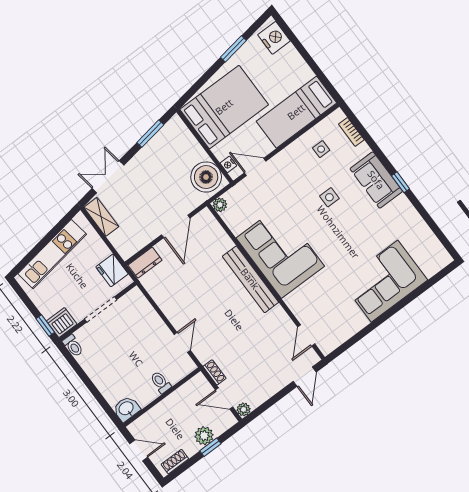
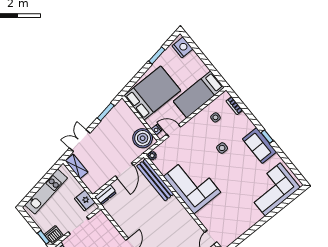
sofa: (376, 180) -> (259, 145), moved
bench: (250, 279) -> (155, 180), moved
corner sofa: (385, 281) -> (273, 189), moved

